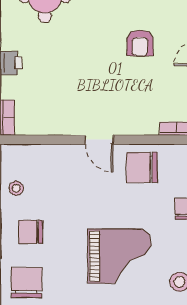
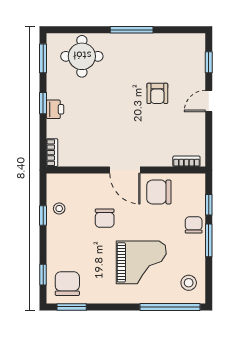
door: (99, 140) -> (125, 170), width x1.38
chair: (31, 232) -> (105, 218), moved, turned -90

